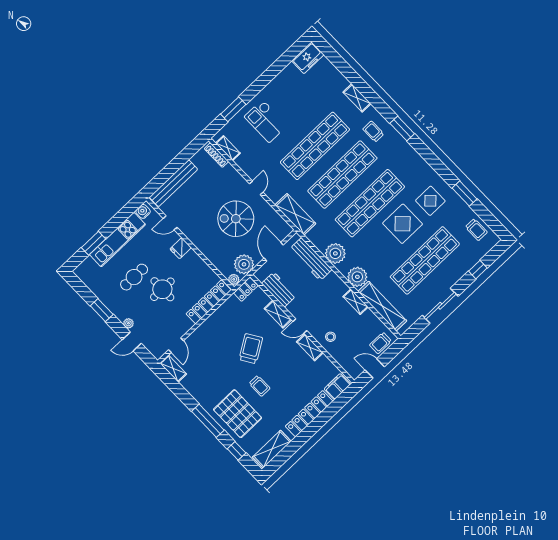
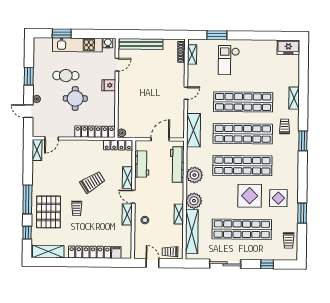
spiral stairs: (236, 219) -> (157, 99), removed
door: (170, 223) -> (117, 65), swing flipped
plant: (244, 264) -> (136, 130), removed
locker: (246, 289) -> (118, 145), width x1.53
filing cabinet: (337, 387) -> (116, 252), width x0.50

